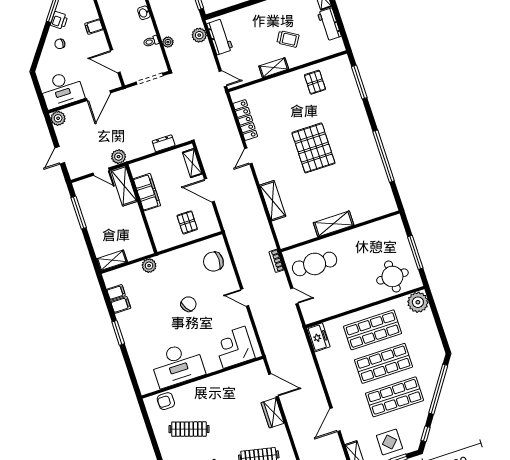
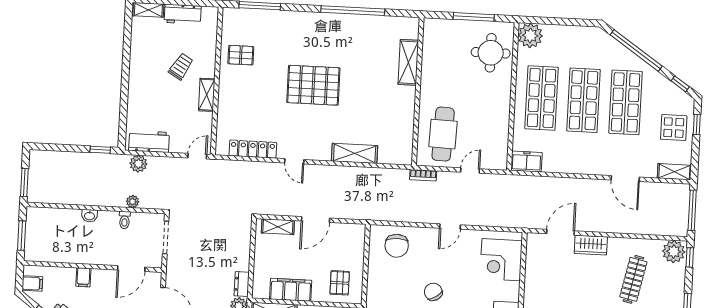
dresser: (164, 143) -> (242, 284), moved
pallet: (187, 222) -> (340, 283), moved, turned 90
shelving: (334, 224) -> (408, 62), moved

